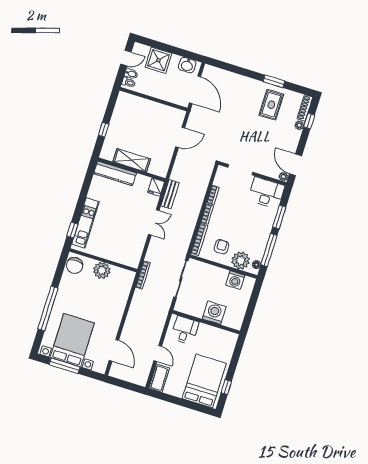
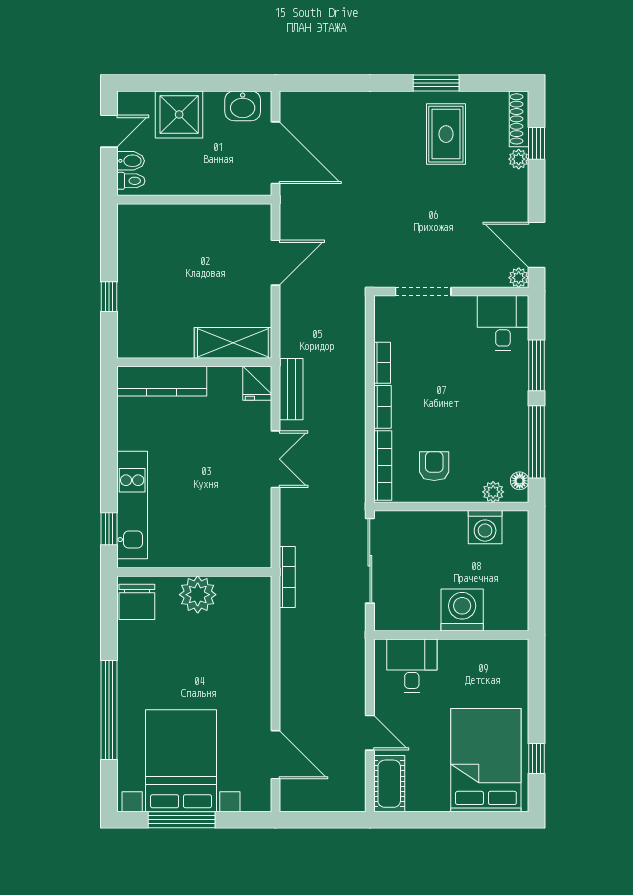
shelving: (132, 160) -> (233, 343), moved
desk: (266, 193) -> (503, 323), width x0.73
plant: (241, 261) -> (493, 492), width x0.53, depth x0.53

